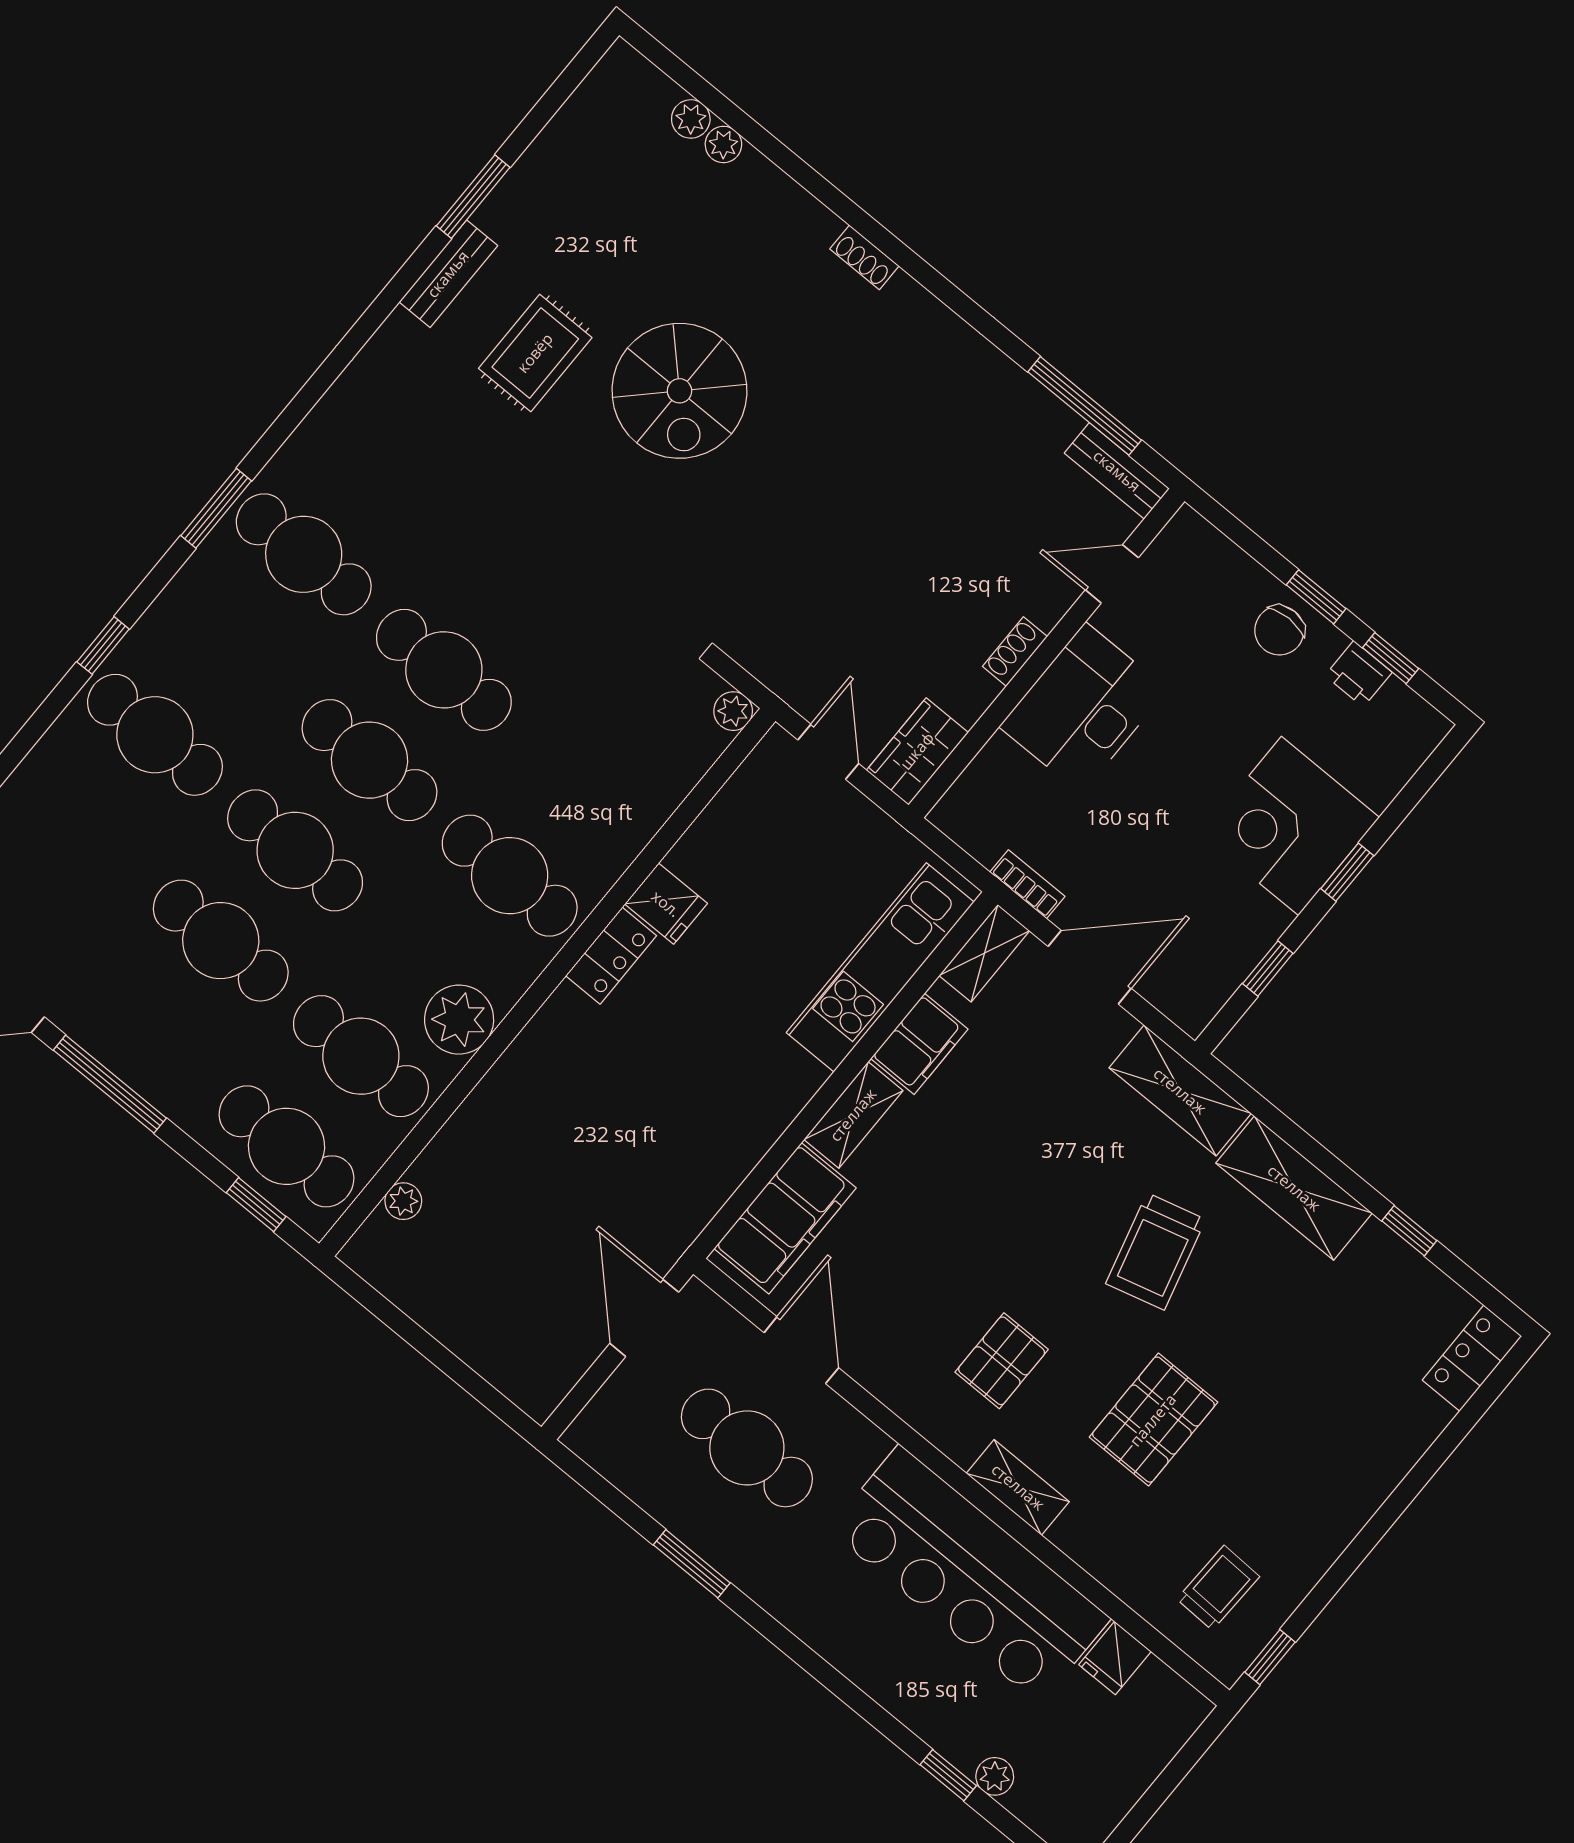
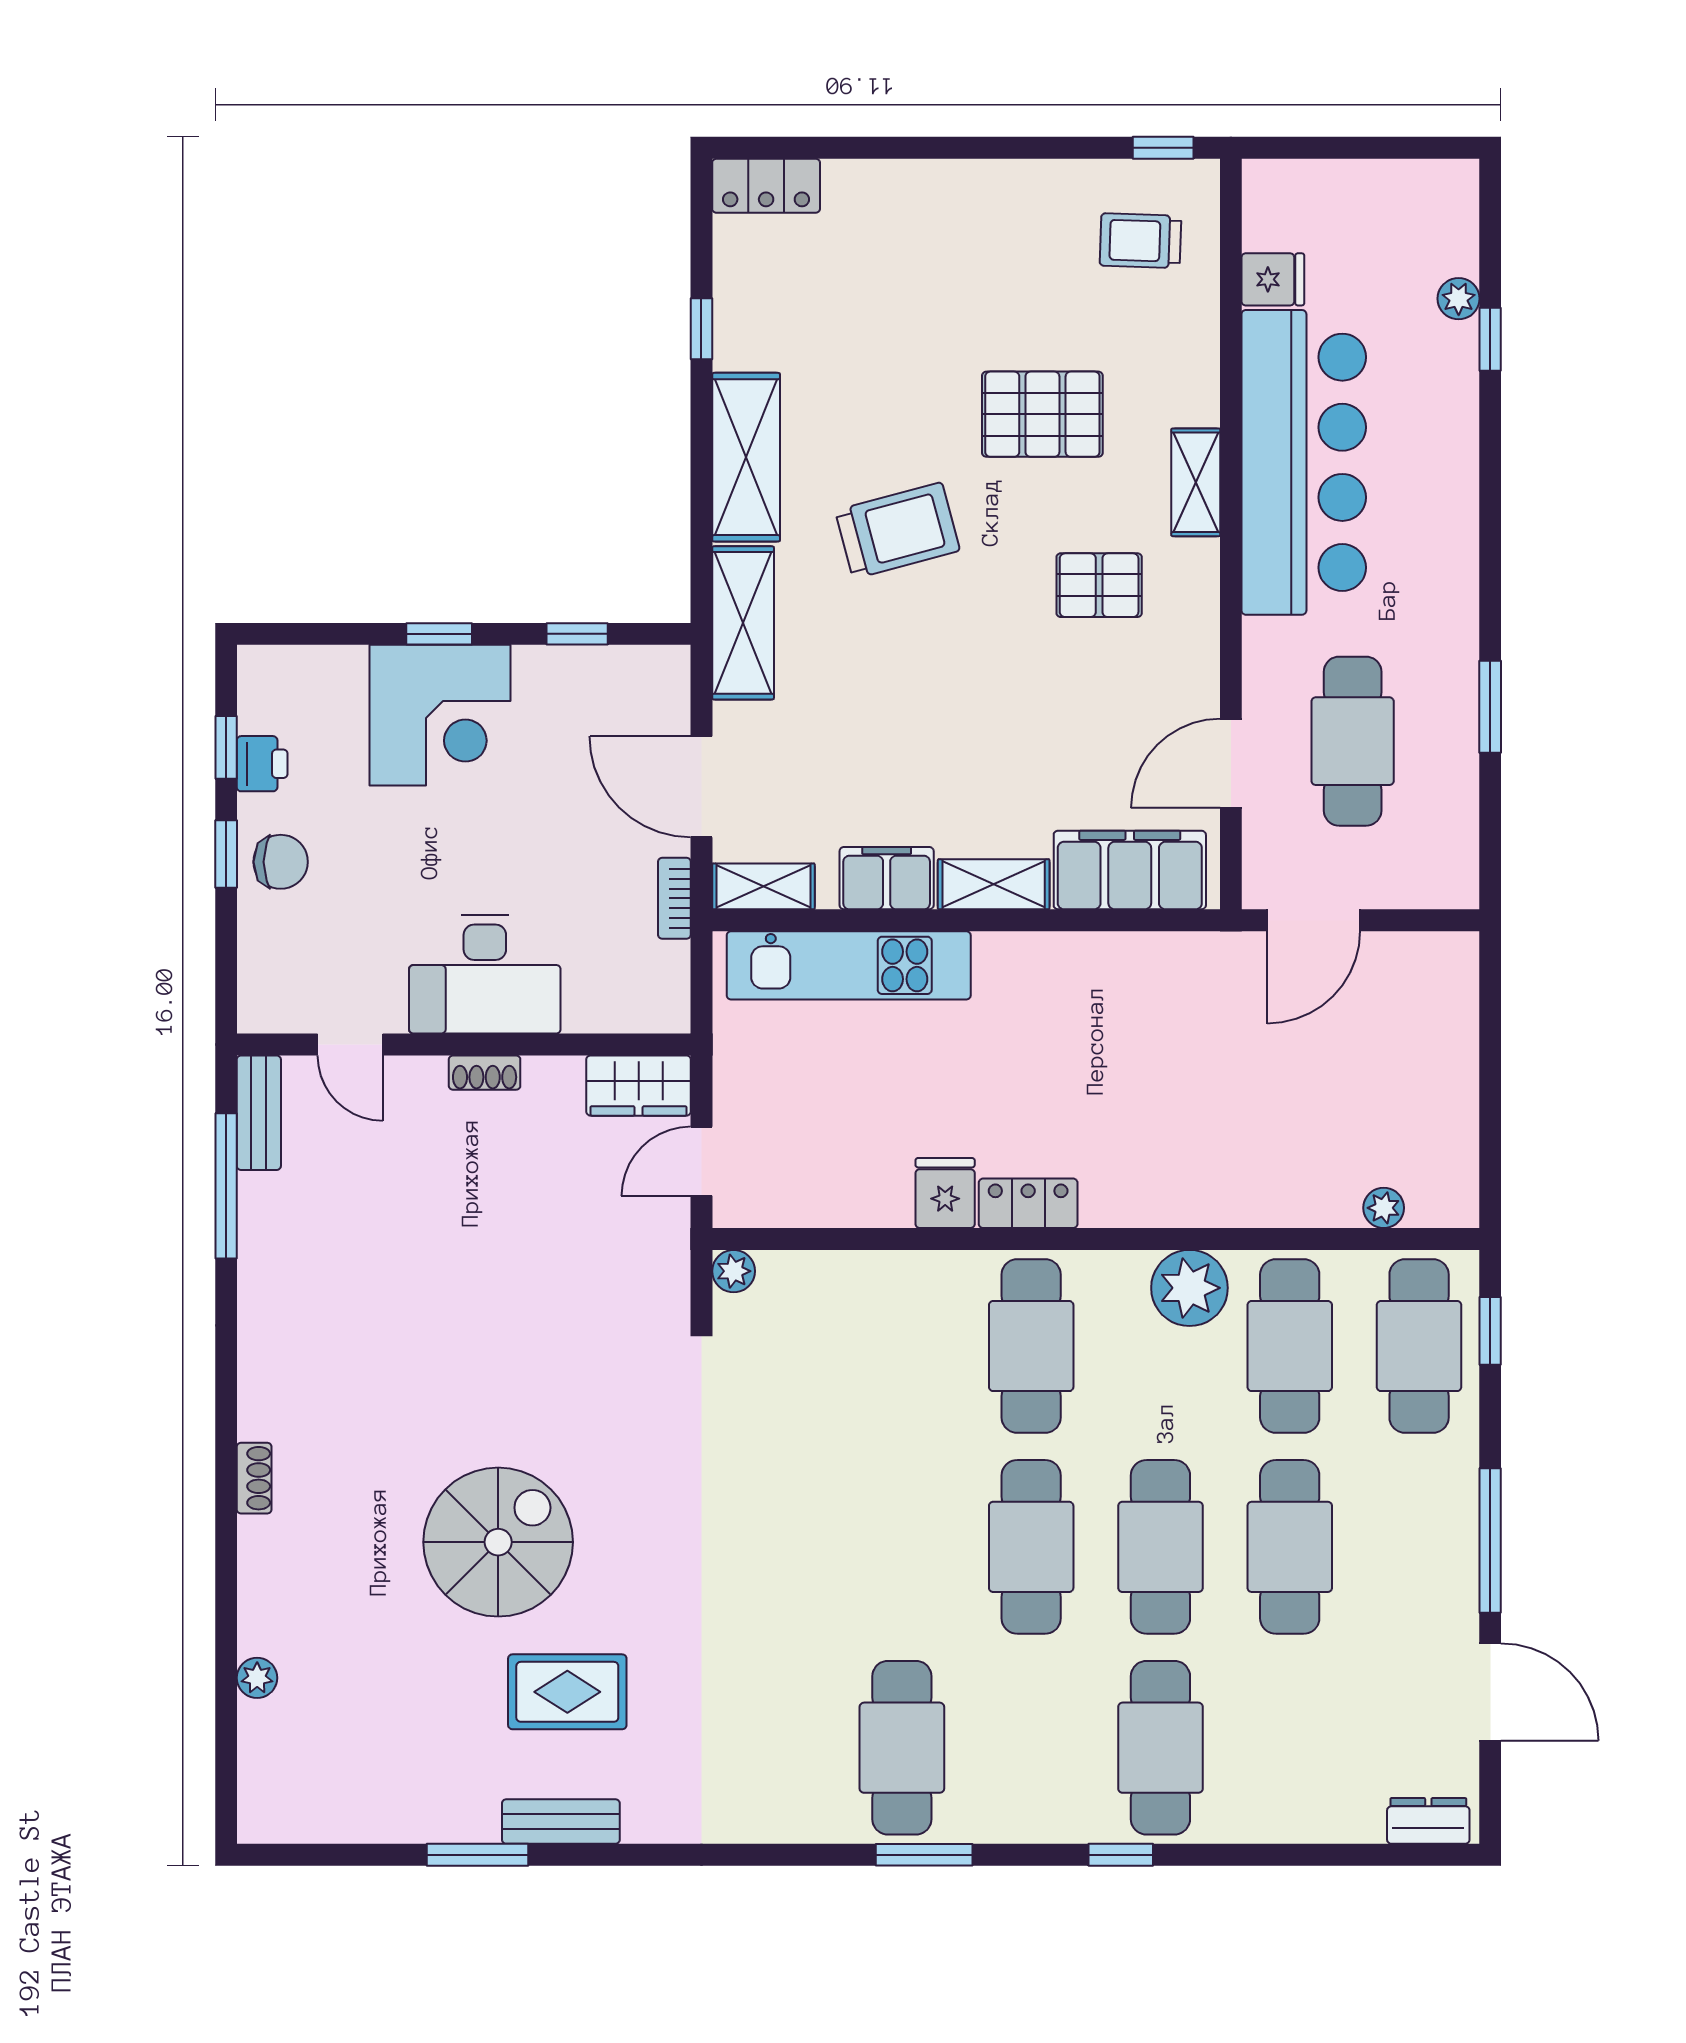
plant: (691, 119) -> (258, 1724), removed
cafe table: (444, 670) -> (902, 1547), removed

